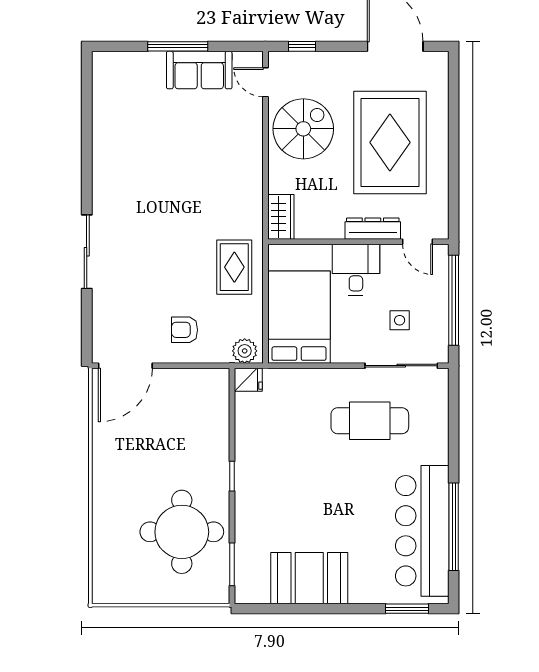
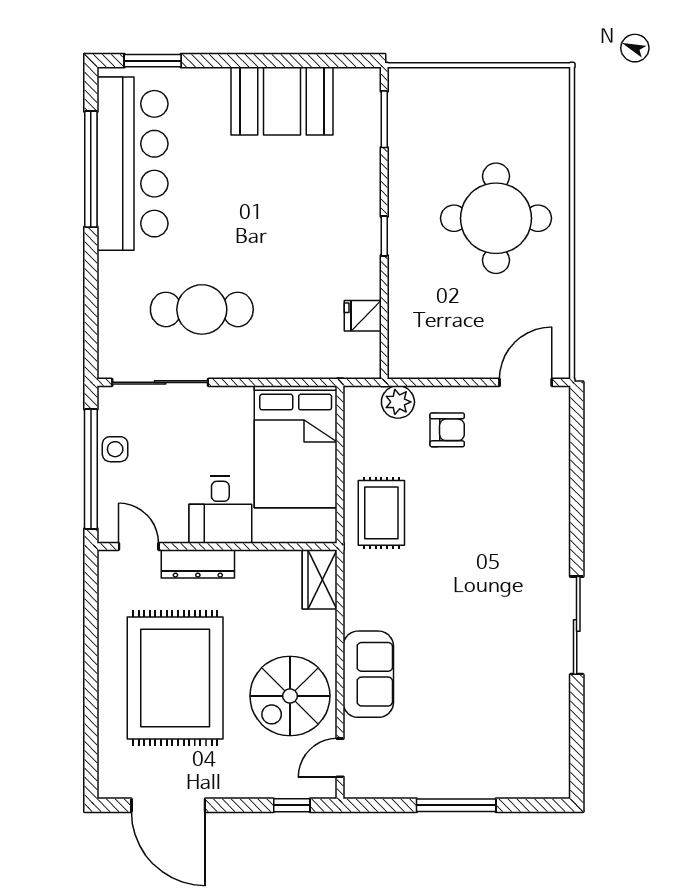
sofa: (199, 70) -> (368, 674), moved, turned 90
door: (265, 82) -> (340, 758), swing flipped
sliding door: (87, 252) -> (577, 625), moved
side table: (400, 320) -> (115, 449), moved
plant: (245, 351) -> (398, 402), moved
door: (125, 366) -> (526, 382), width x0.73
fridge: (248, 380) -> (363, 316), moved
round table: (182, 532) -> (496, 218), moved

